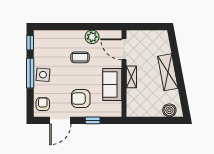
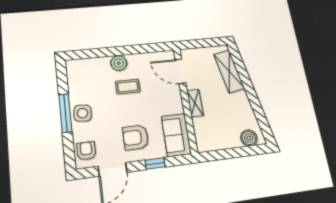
plant: (92, 37) -> (119, 63), moved
window: (30, 43) -> (62, 76), removed
shelving: (168, 72) -> (229, 71), moved
sofa: (112, 84) -> (176, 135), moved

